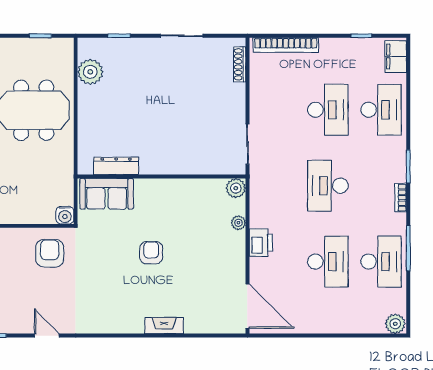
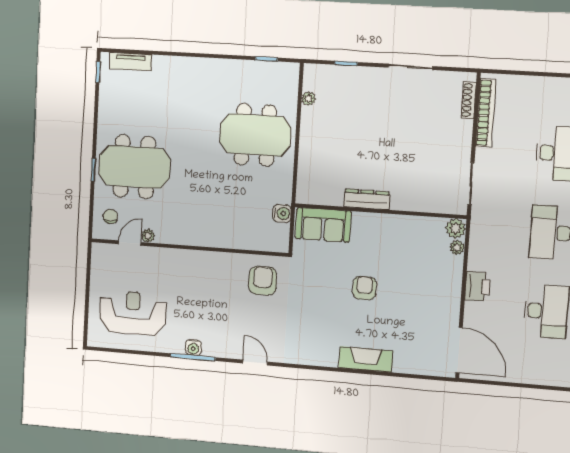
bookcase: (286, 45) -> (486, 113), moved, turned -90
plant: (90, 72) -> (308, 99), width x0.53, depth x0.53
dresser: (116, 166) -> (367, 199), moved
water cooler: (65, 215) -> (282, 213), moved, turned -90
plant: (239, 223) -> (457, 248), moved
fireplace: (164, 326) -> (366, 359), width x1.37, depth x1.32

